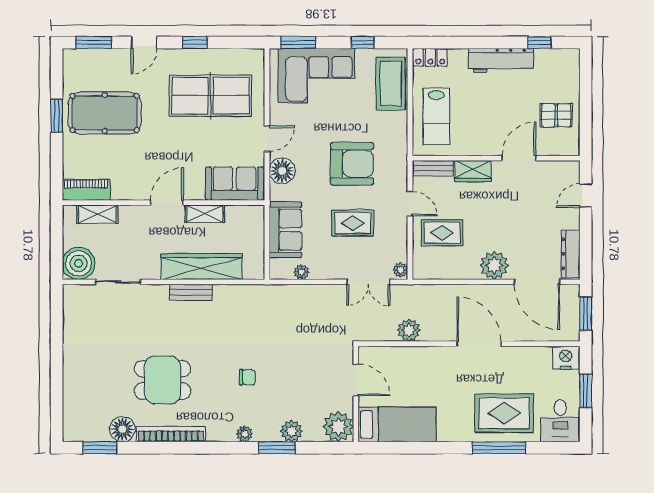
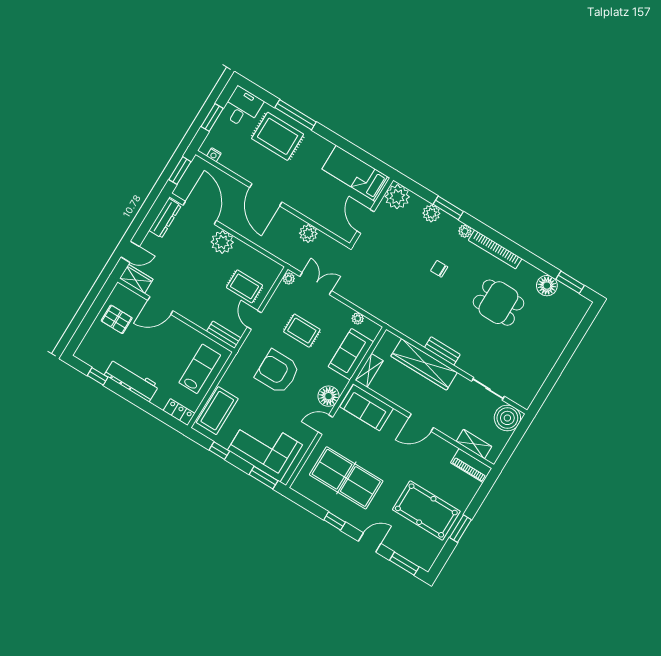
wardrobe: (473, 171) -> (136, 279), moved
shelving: (205, 214) -> (369, 370), moved, turned 90
nightstand: (566, 358) -> (214, 155), width x0.53, depth x0.56
bookcase: (171, 434) -> (495, 249), moved

